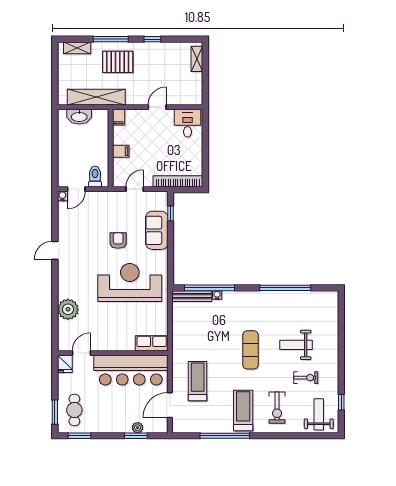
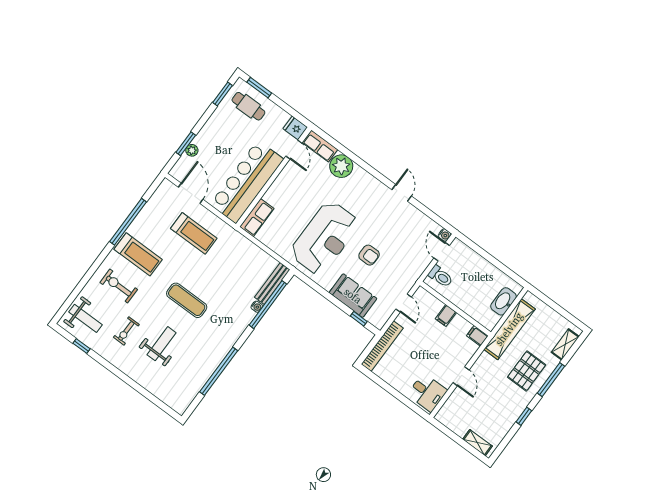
row of seats: (65, 336) -> (320, 146), added

